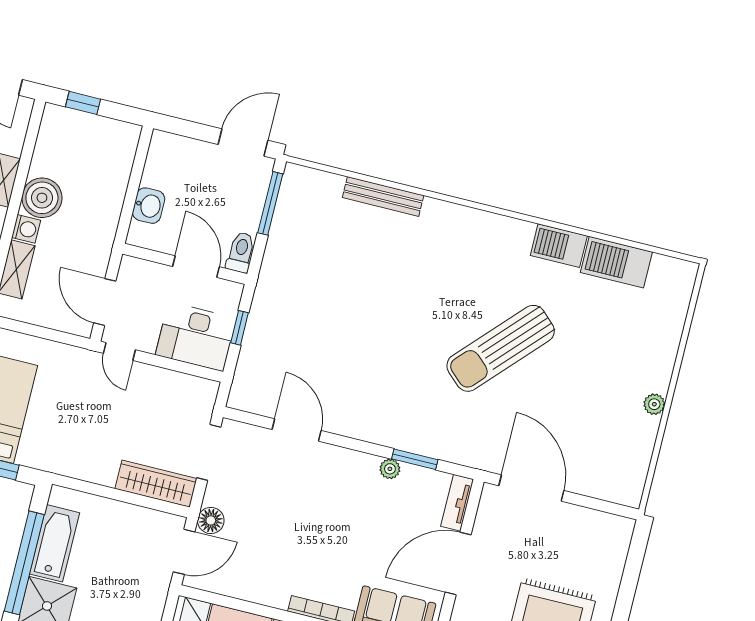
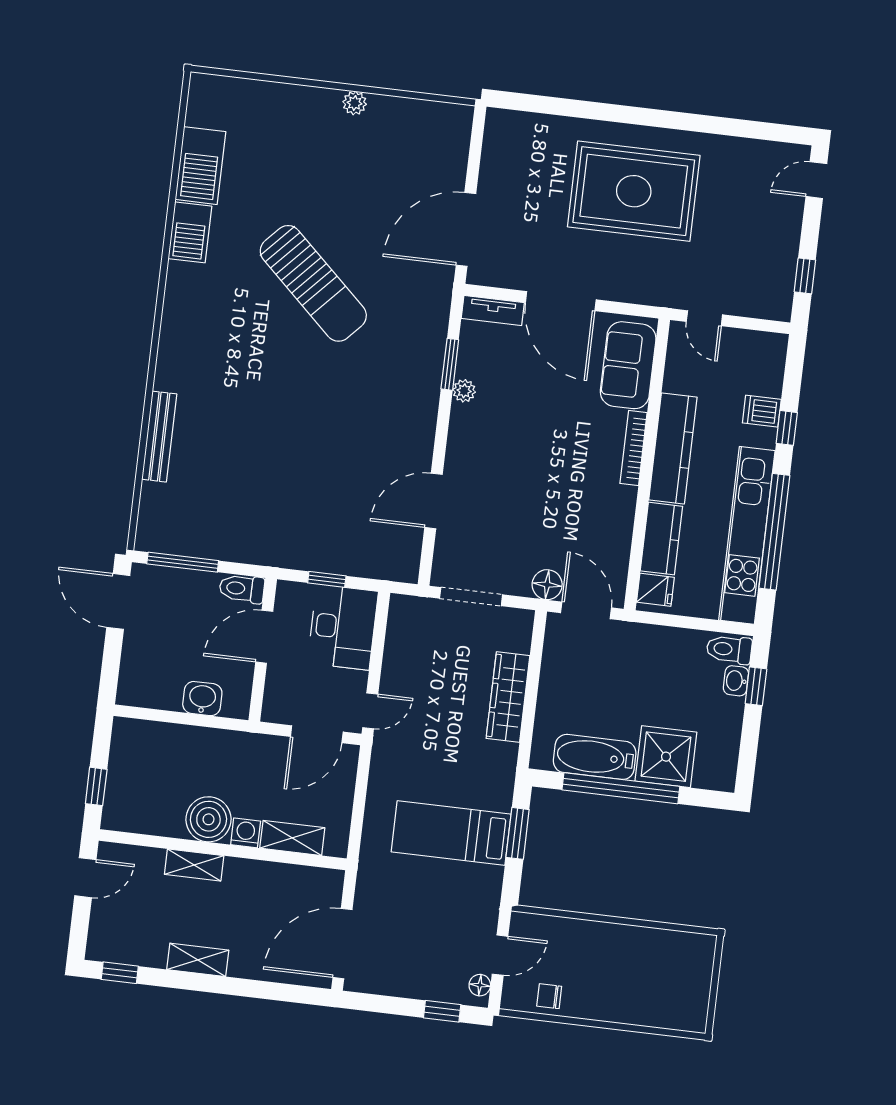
wardrobe: (156, 484) -> (508, 697), moved

